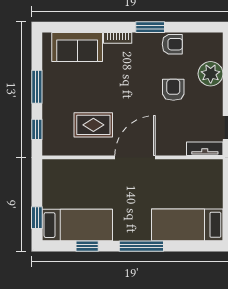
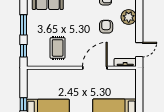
rug: (93, 125) -> (58, 48), turned 90
door: (135, 157) -> (95, 68), moved

